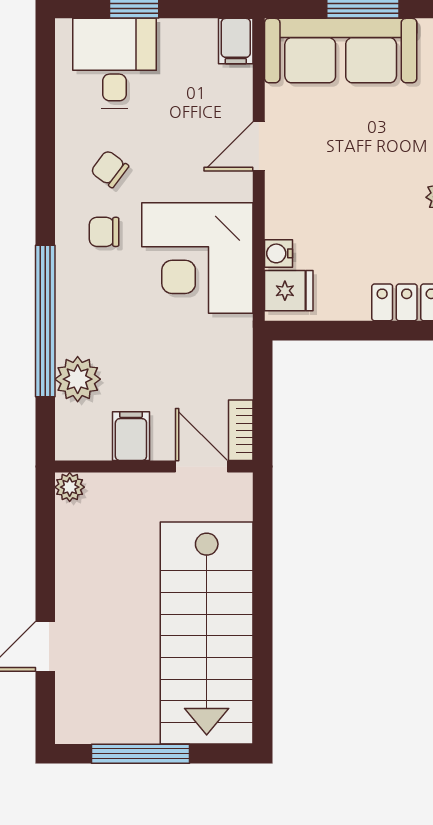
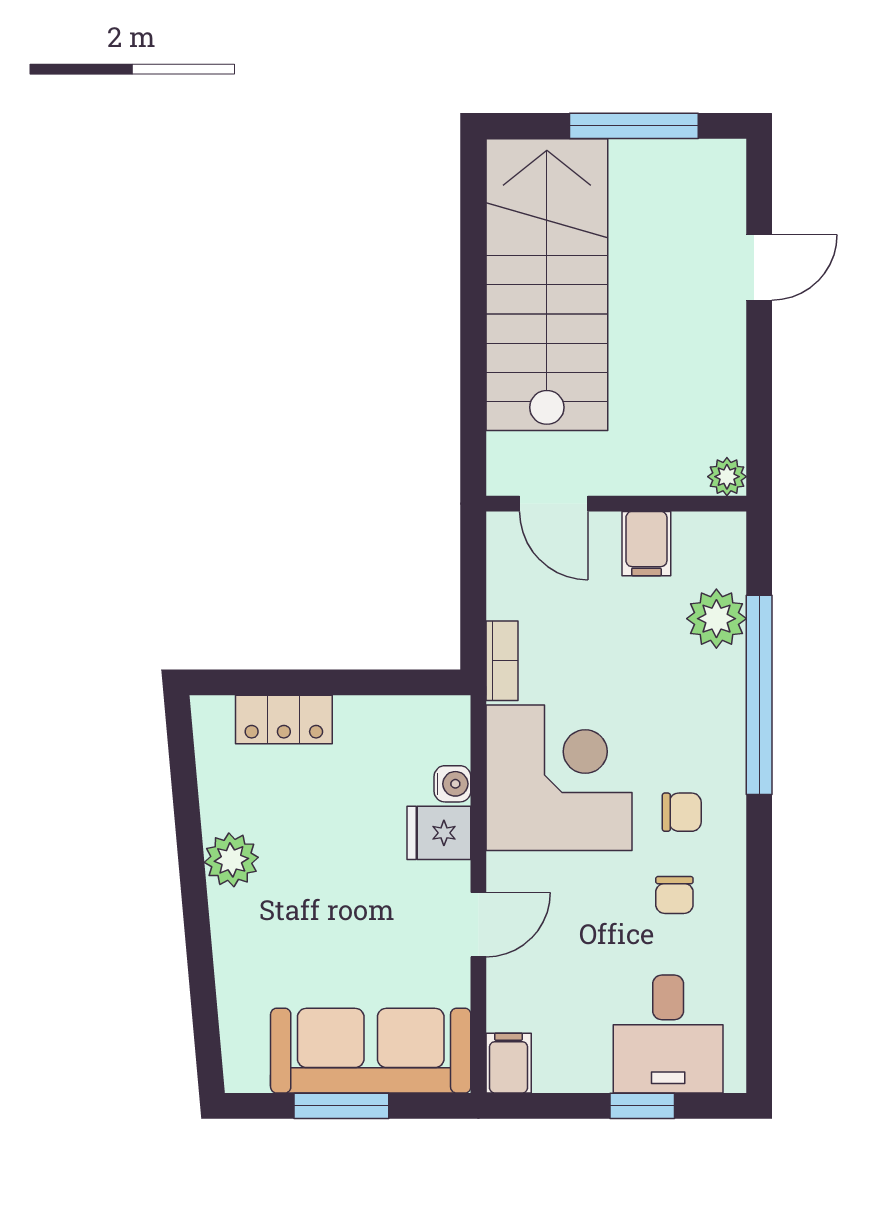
chair: (110, 169) -> (674, 895), turned 53
fridge: (289, 291) -> (439, 833), moved
bookcase: (241, 430) -> (502, 661), moved

